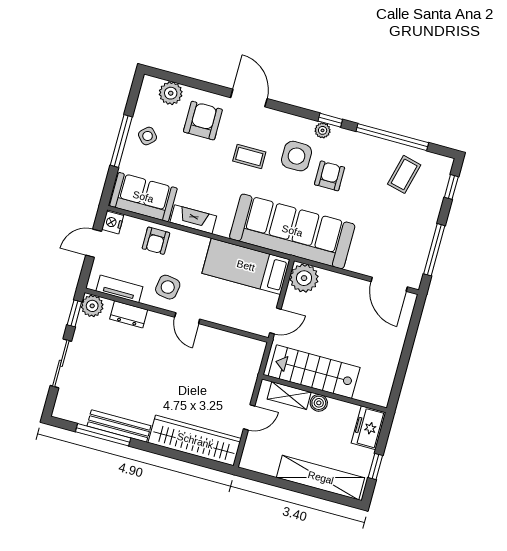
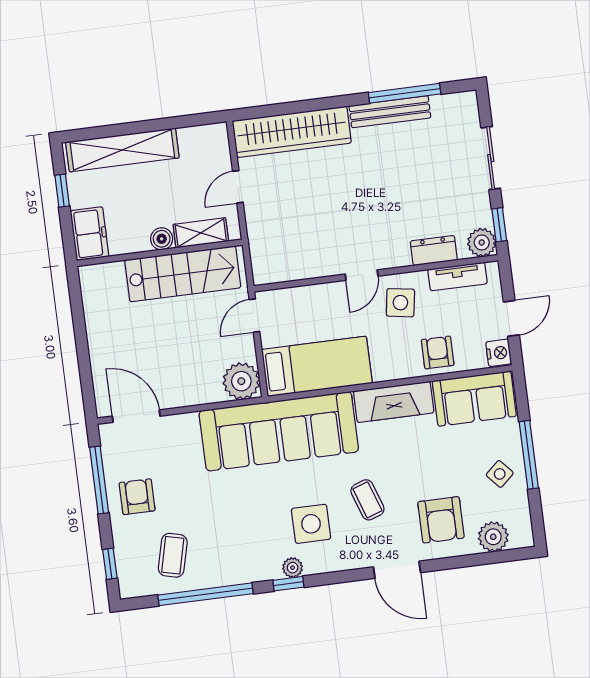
coffee table: (249, 157) -> (367, 500), turned 71
armchair: (330, 176) -> (137, 497), moved, turned 180
fireplace: (193, 219) -> (394, 402), width x1.37, depth x1.32
door: (187, 318) -> (362, 275), swing flipped

